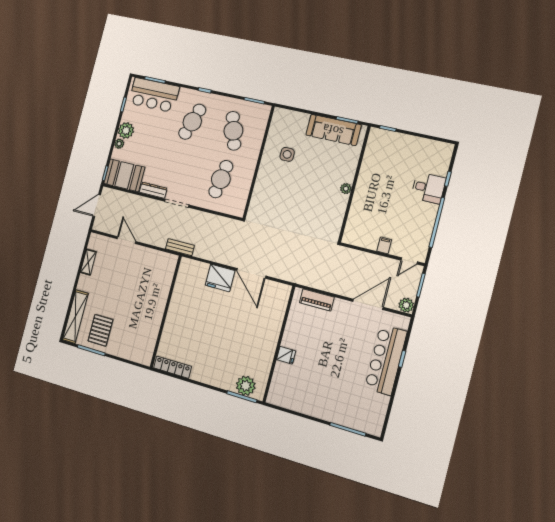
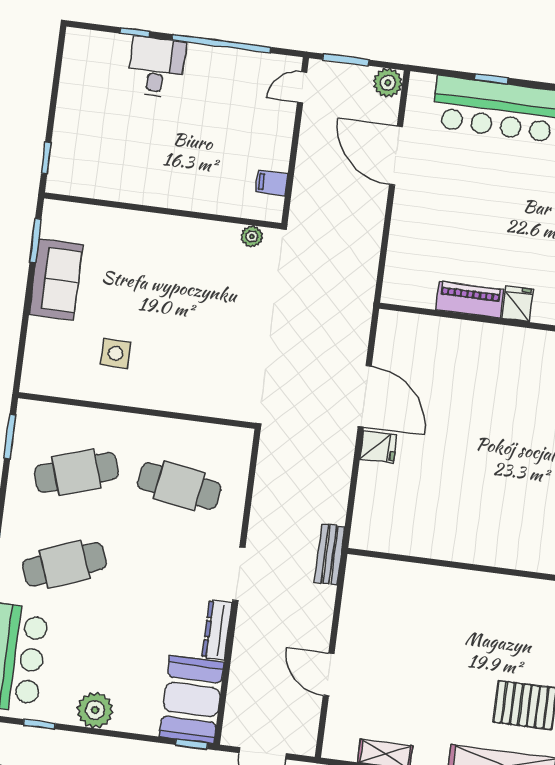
cafe table: (192, 122) -> (64, 564), turned -39
sofa: (333, 130) -> (56, 279), width x0.73
plant: (119, 144) -> (125, 721), removed
plant: (346, 189) -> (252, 236), moved
door: (126, 240) -> (329, 675), hinge flipped
filing cabinet: (384, 245) -> (272, 183), moved
door: (409, 261) -> (302, 87), swing flipped
door: (251, 273) -> (365, 396), hinge flipped
fridge: (220, 278) -> (378, 447), width x0.53, depth x0.75
piano: (317, 300) -> (470, 300), moved, turned -90

